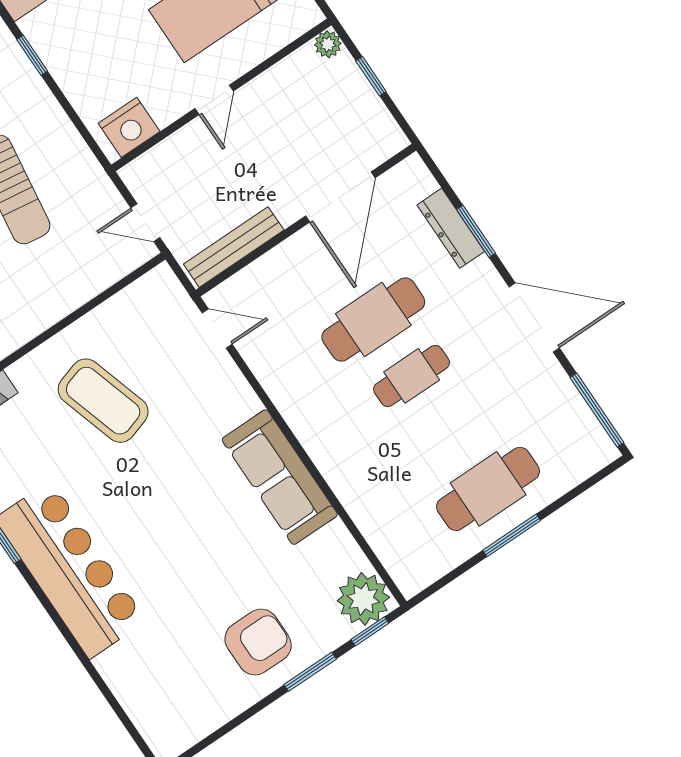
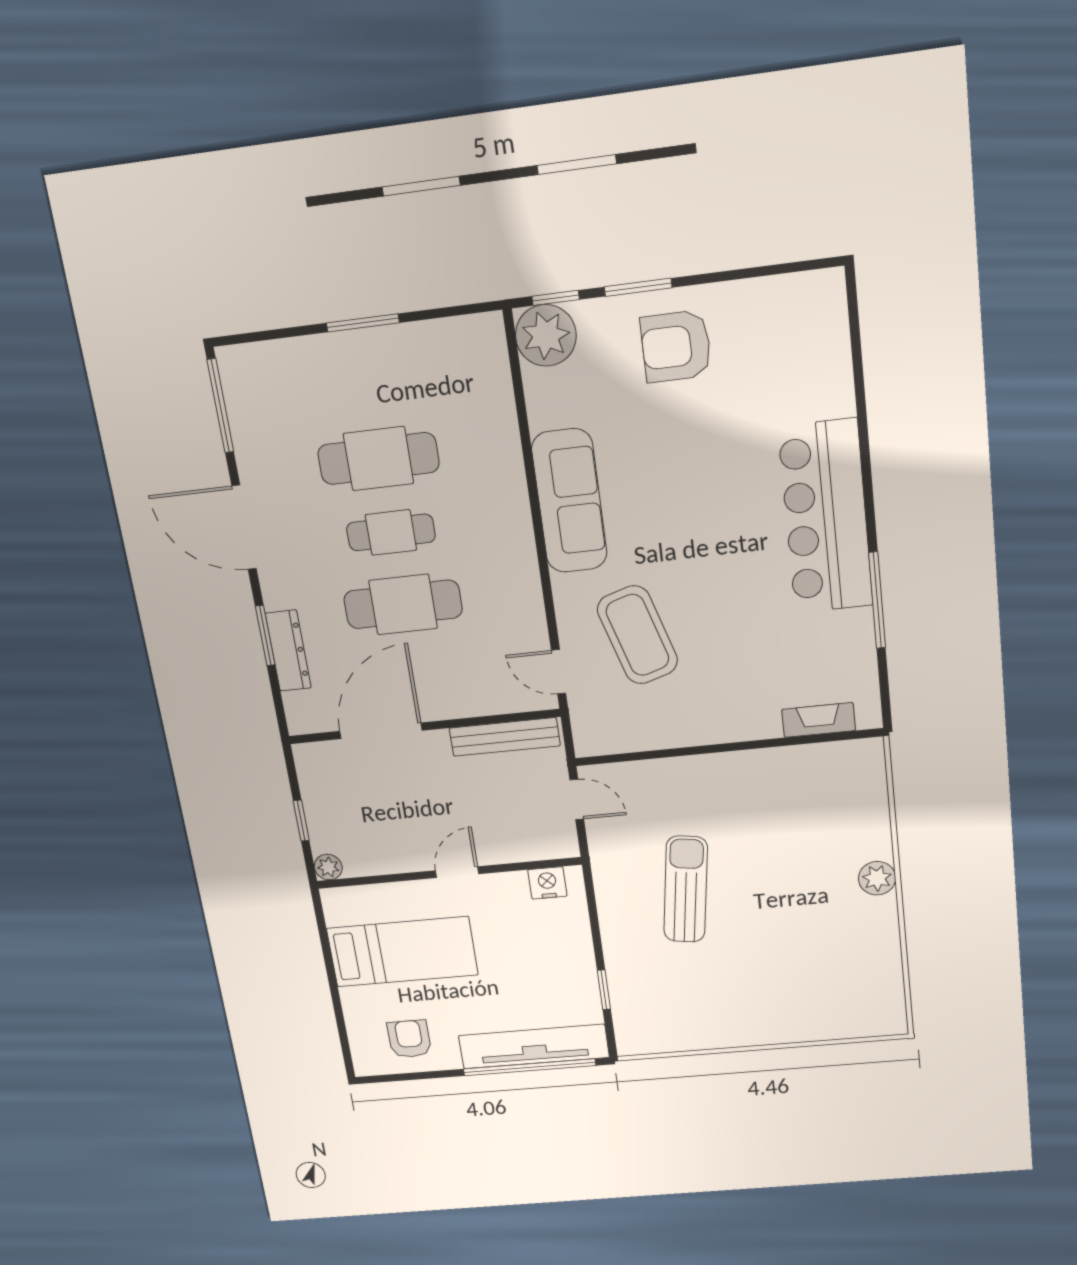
nightstand: (129, 127) -> (547, 883), width x0.74, depth x0.75
coffee table: (103, 401) -> (637, 635), moved
cafe table: (488, 489) -> (378, 459), moved

